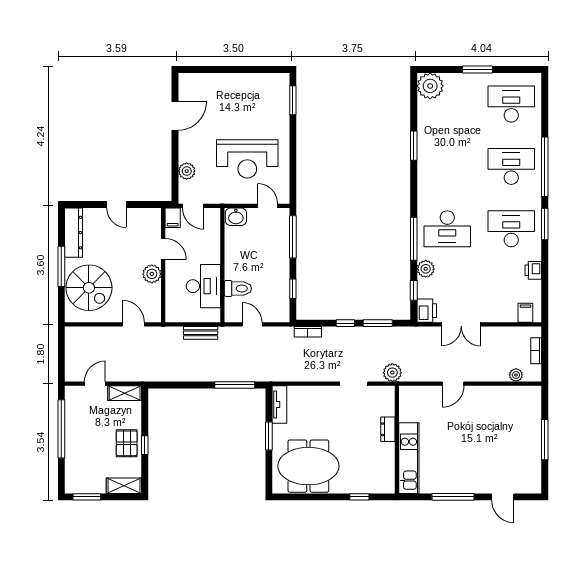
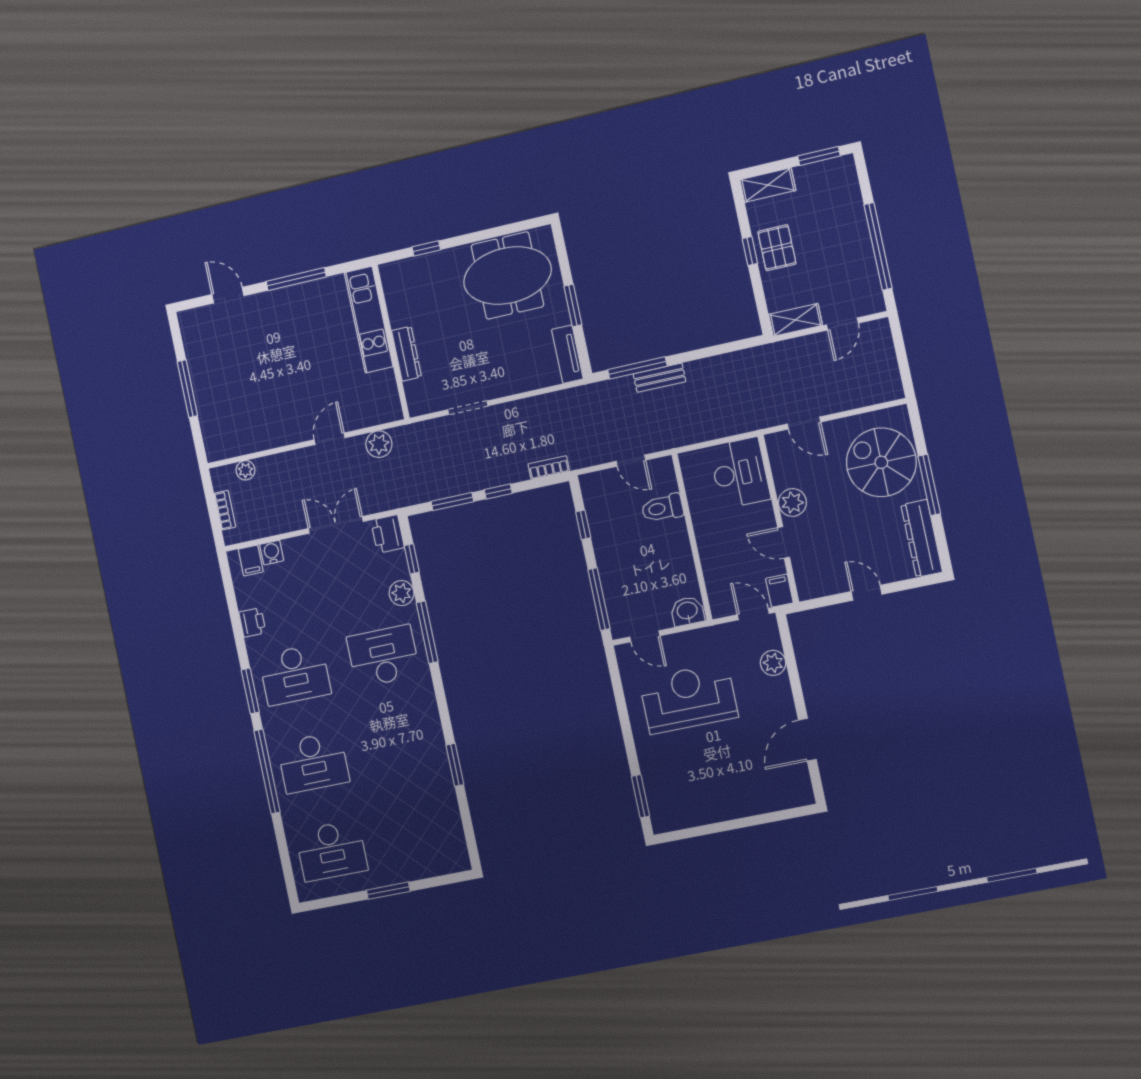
plant: (430, 86) -> (450, 855), removed
desk: (203, 286) -> (740, 473), moved, turned 180
water cooler: (510, 315) -> (272, 553), added
bench: (201, 333) -> (659, 378), moved
plant: (392, 373) -> (379, 444), moved
dresser: (388, 429) -> (406, 354), width x1.44

